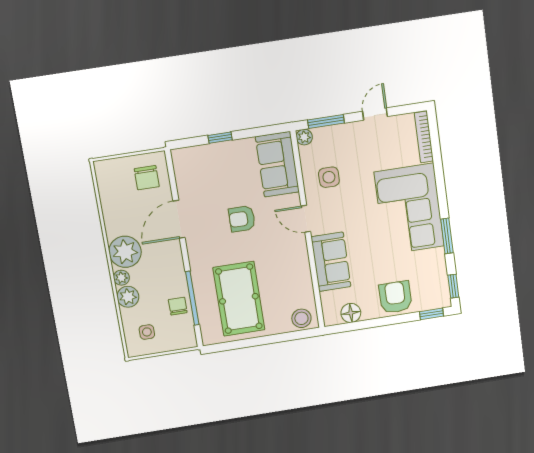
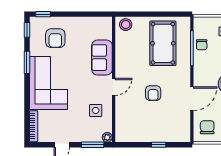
sofa: (277, 164) -> (126, 123), removed
armchair: (242, 219) -> (153, 93), turned 90
door: (306, 219) -> (114, 87), hinge flipped
armchair: (395, 297) -> (55, 38), moved
floor lamp: (351, 313) -> (94, 23), removed

